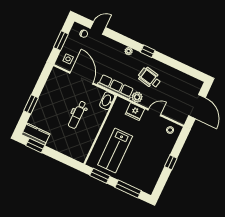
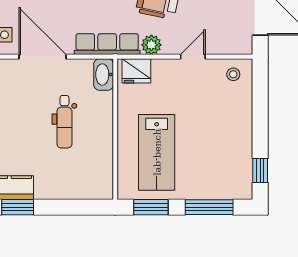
fridge: (135, 111) -> (136, 71), moved
window: (171, 162) -> (260, 170), moved

